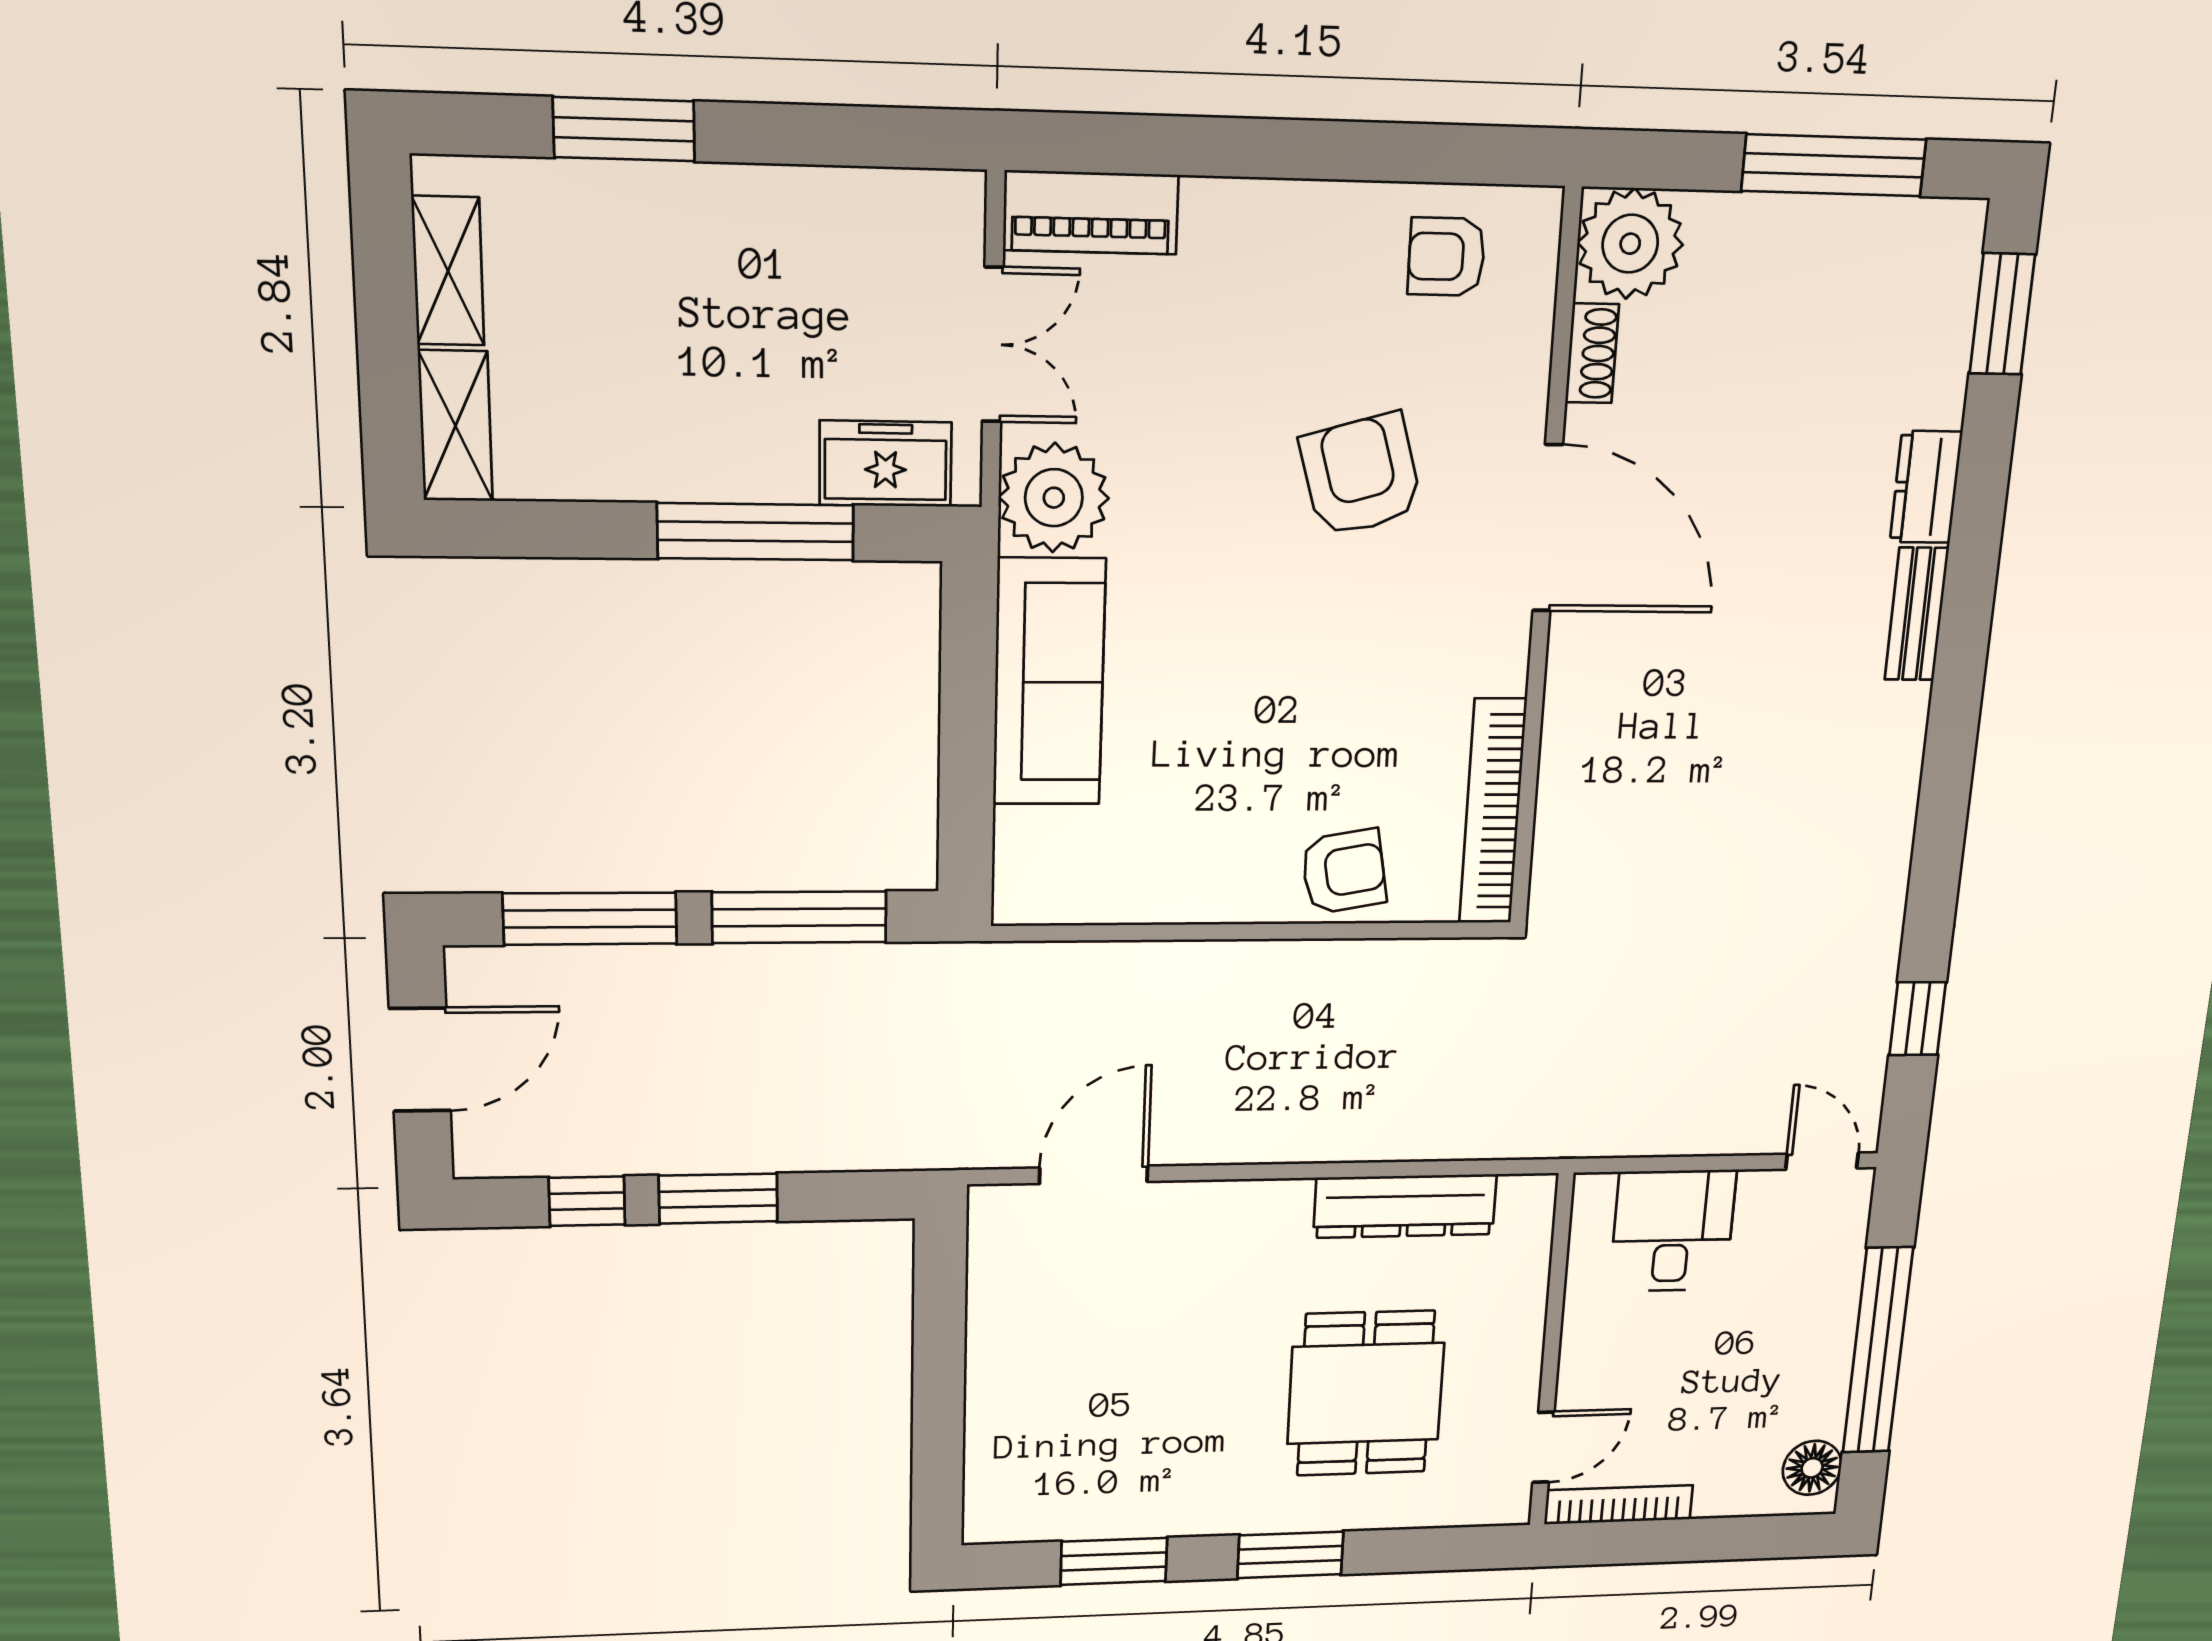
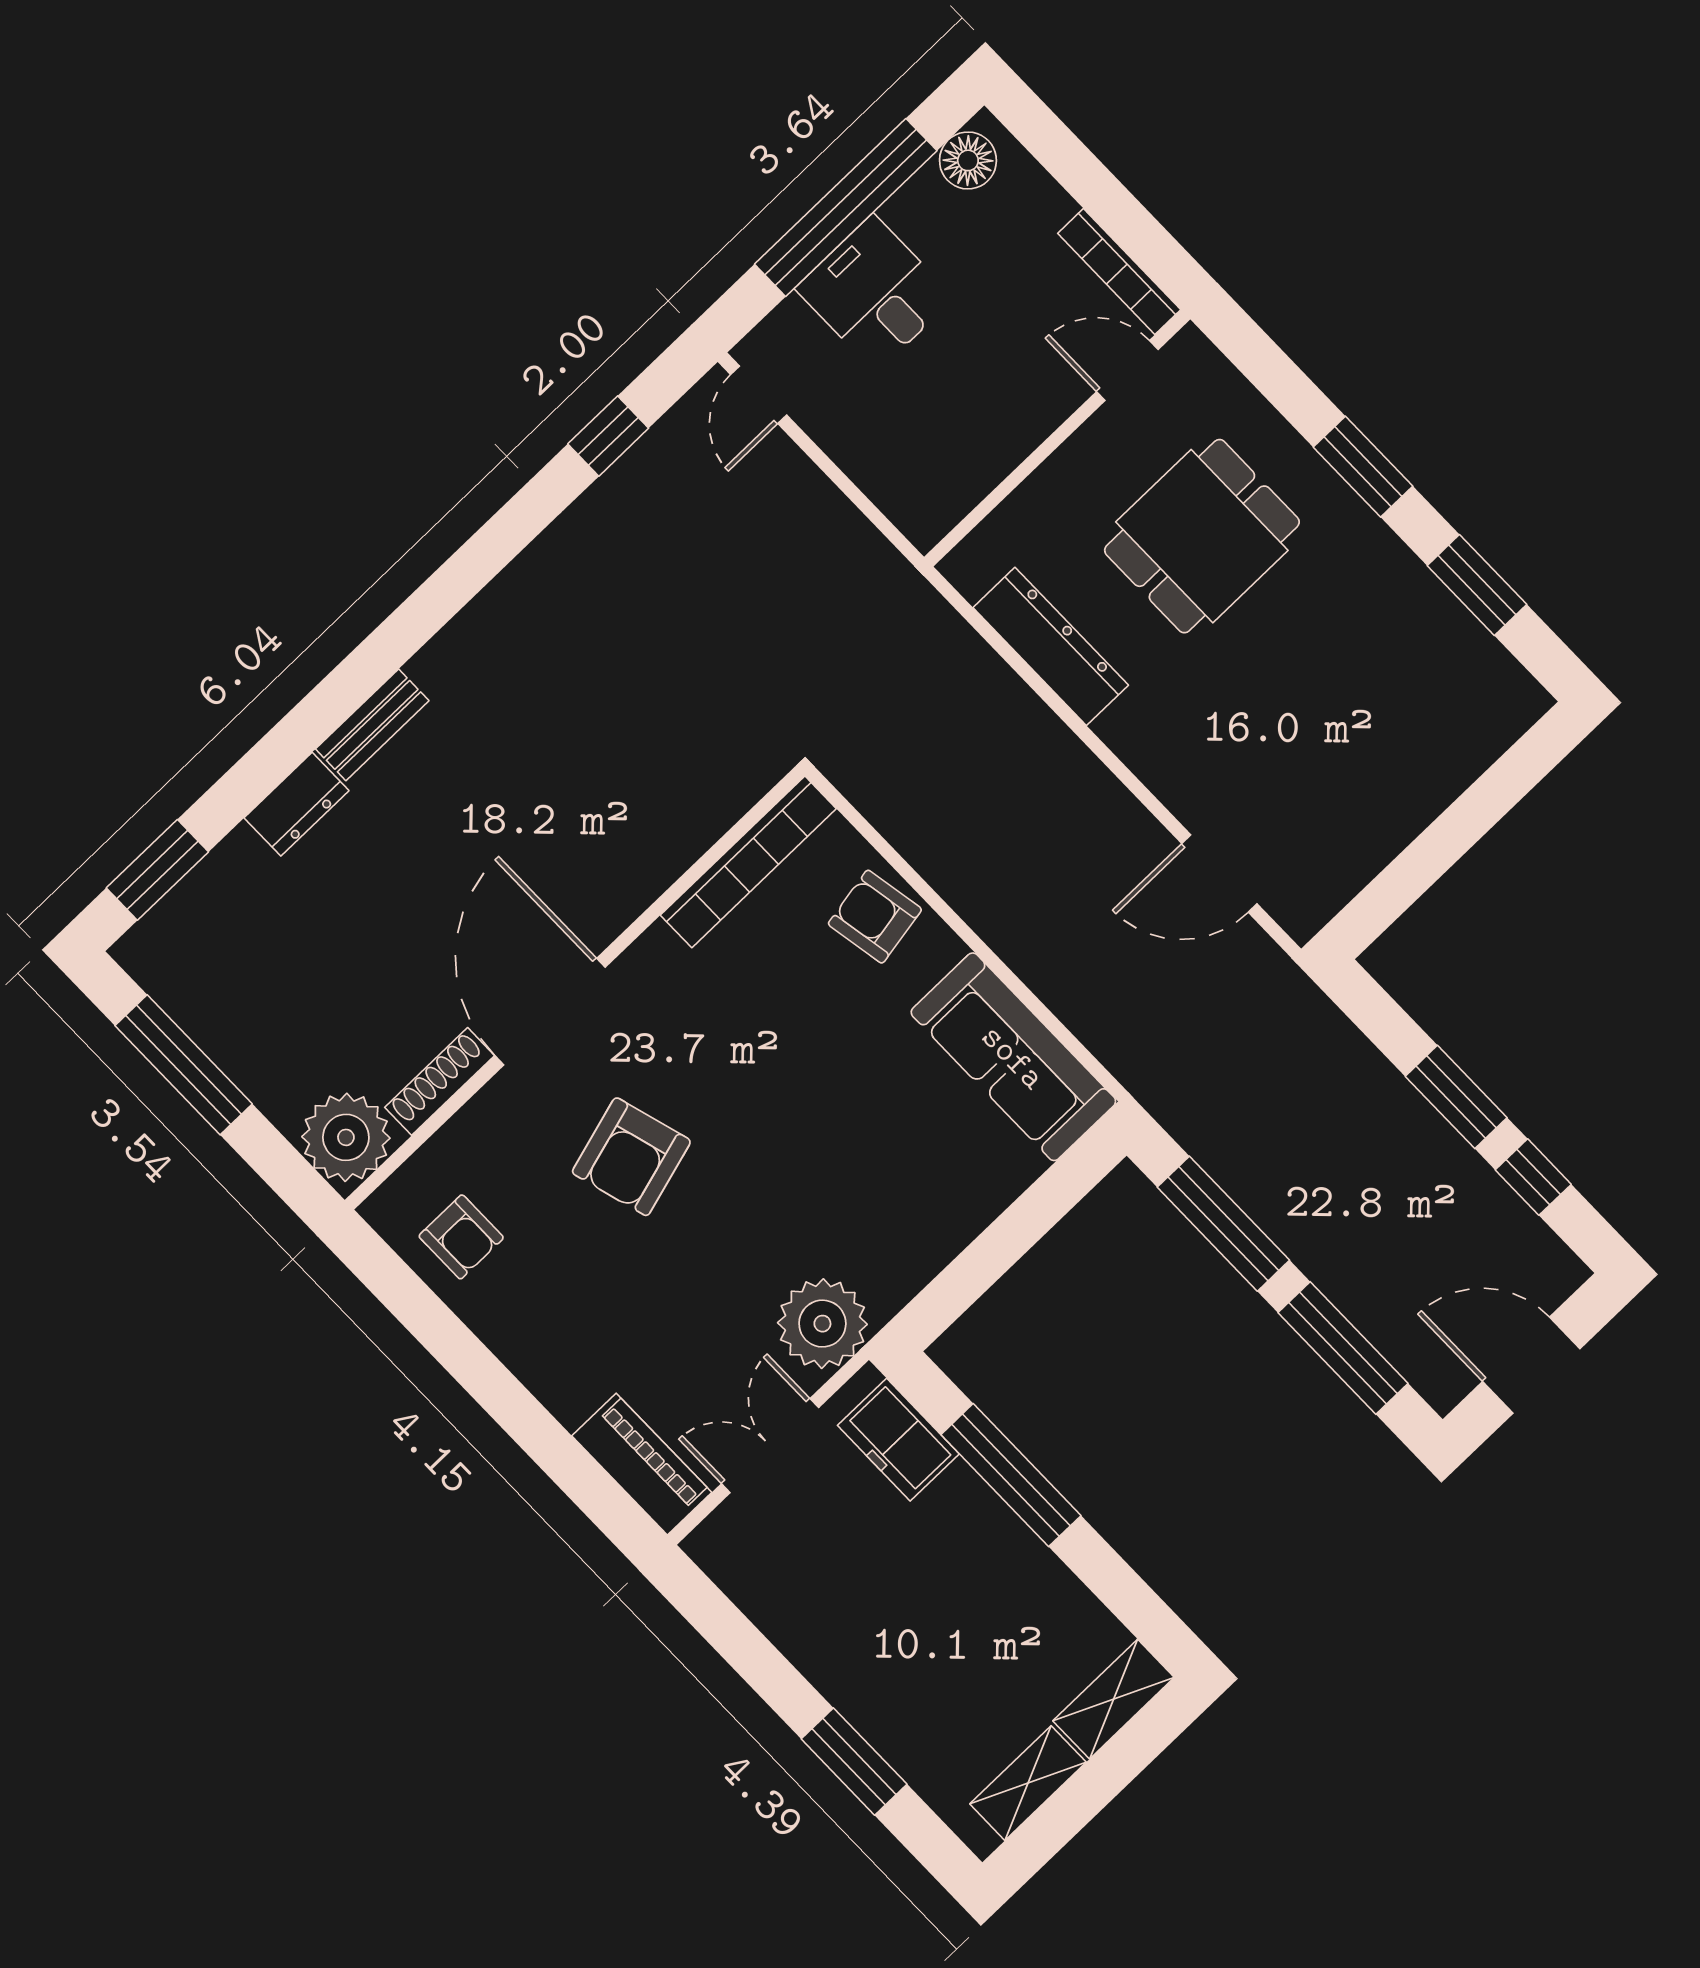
shoe rack: (1592, 353) -> (440, 1081), width x1.43
sofa: (1049, 682) -> (1013, 1057), moved, turned -90
desk: (1673, 1231) -> (875, 293), moved, turned 90

